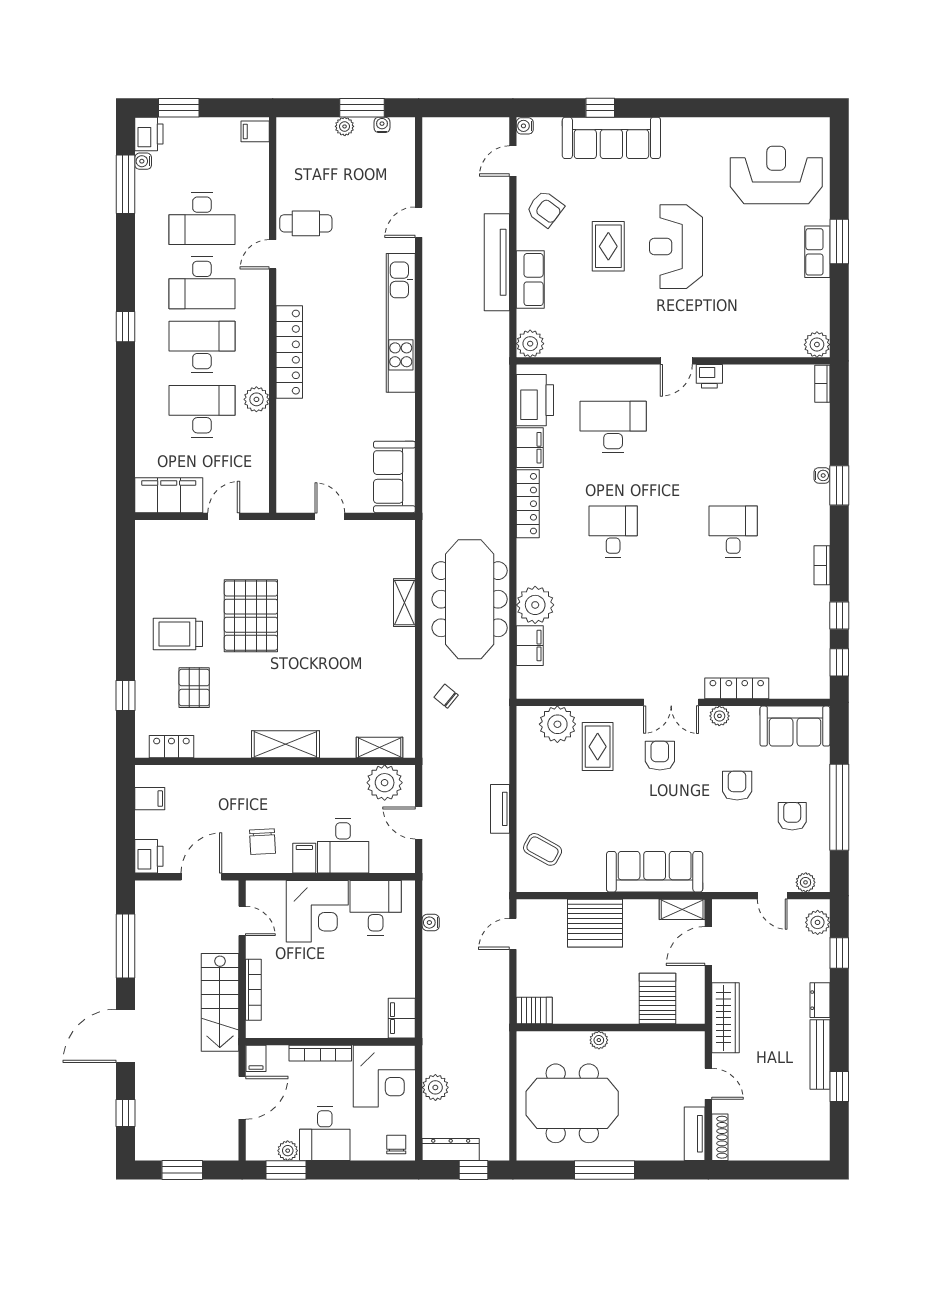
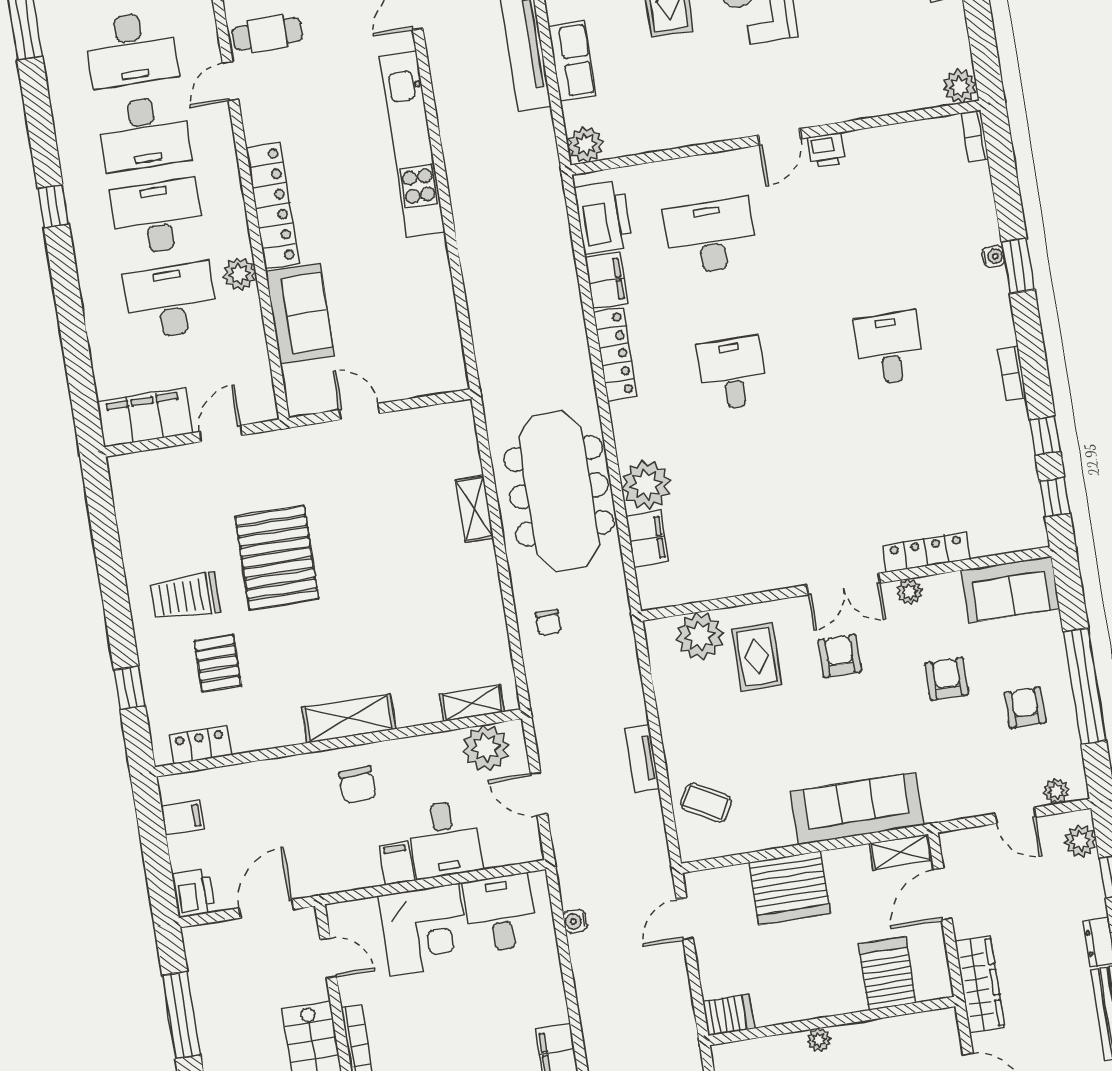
sofa: (394, 477) -> (300, 314), moved, turned 180
chair: (446, 696) -> (548, 622), turned -129
chair: (262, 842) -> (358, 785), moved

